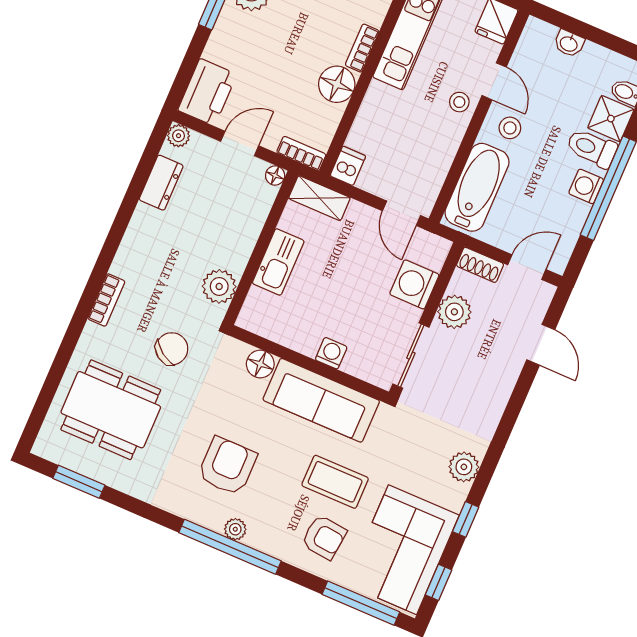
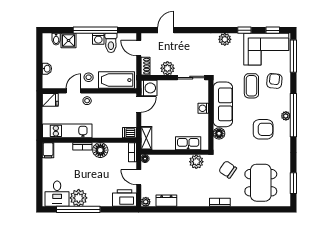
toilet: (592, 148) -> (111, 43), moved
kitchen sink: (278, 262) -> (188, 143), moved
washing machine: (414, 284) -> (149, 88), moved, turned -90
armchair: (227, 466) -> (263, 129), turned 180

